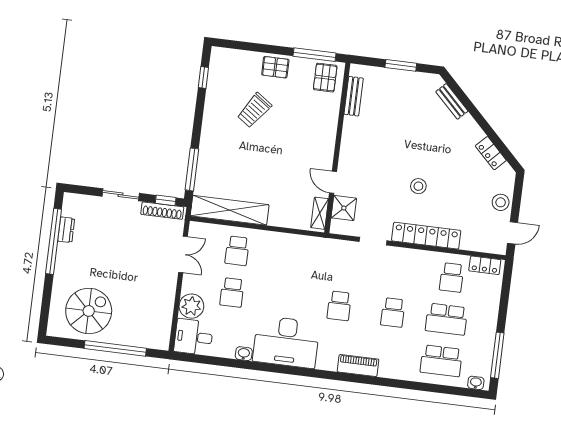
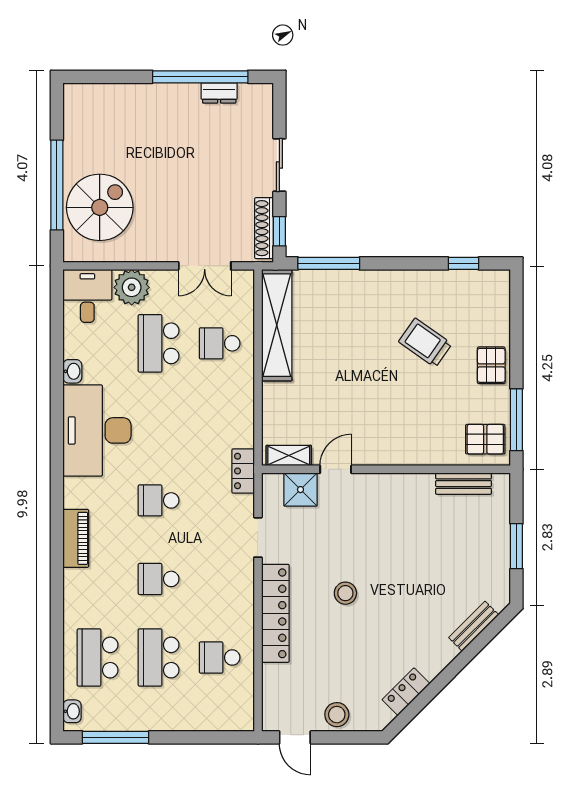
locker: (485, 265) -> (243, 471), moved
school desk: (232, 292) -> (159, 343), width x1.85
spiral stairs: (89, 311) -> (100, 207), moved, turned -90

